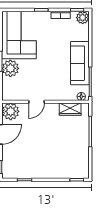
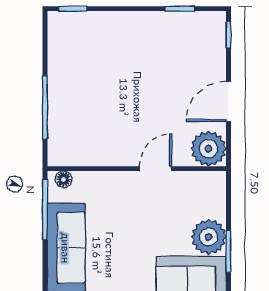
wardrobe: (70, 109) -> (86, 153), removed

